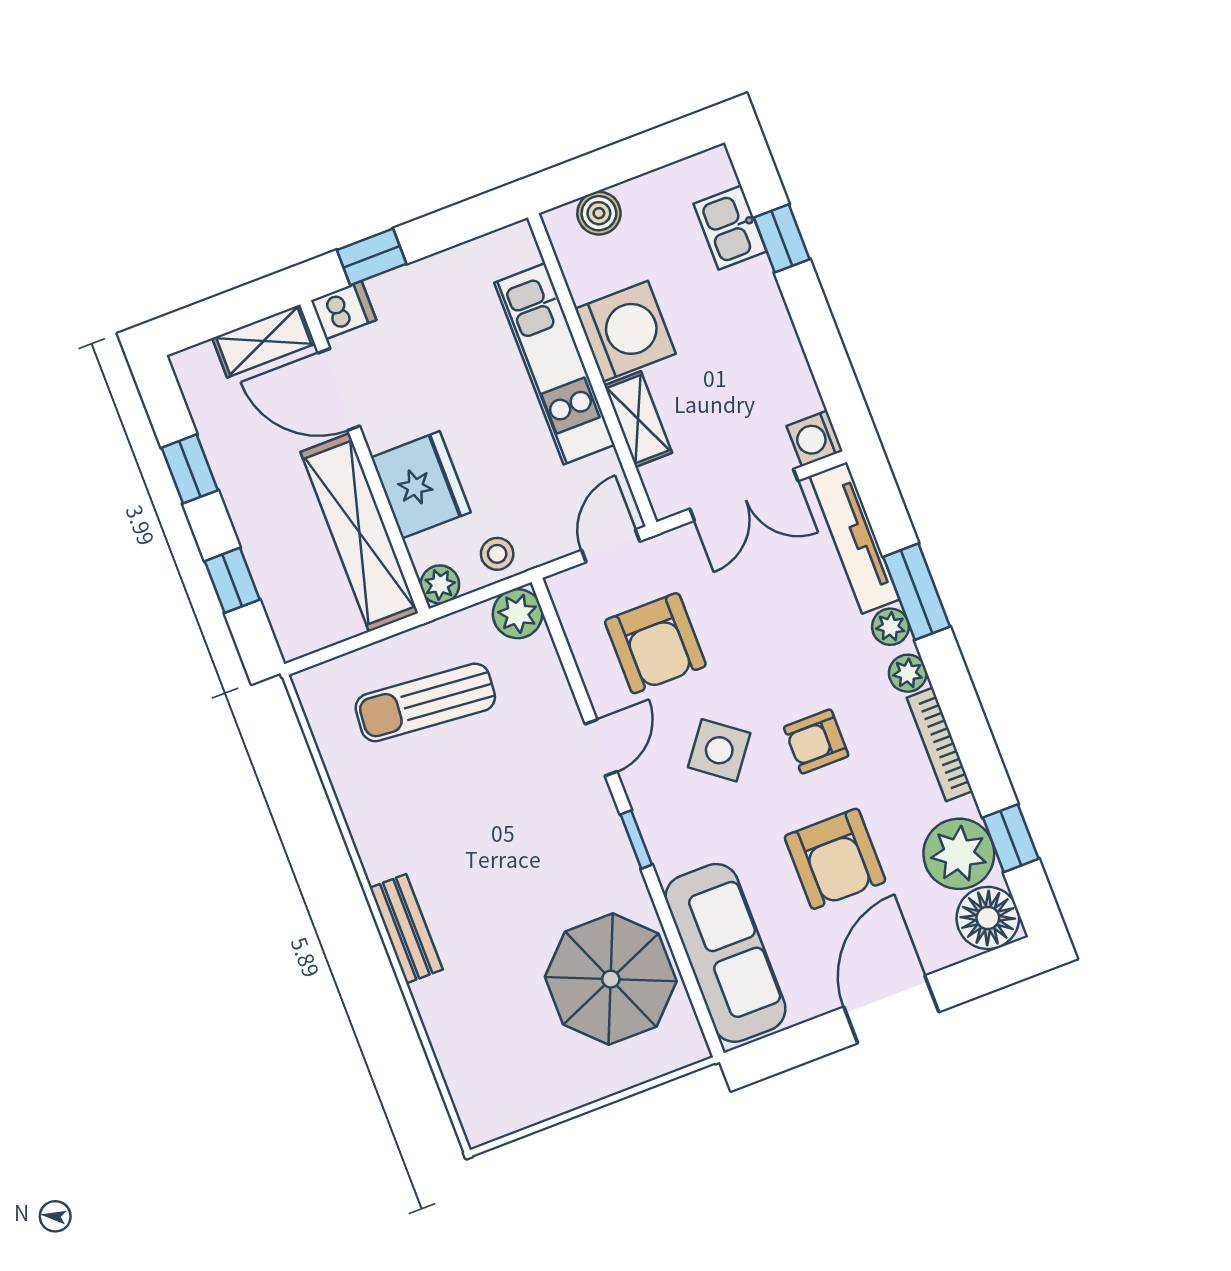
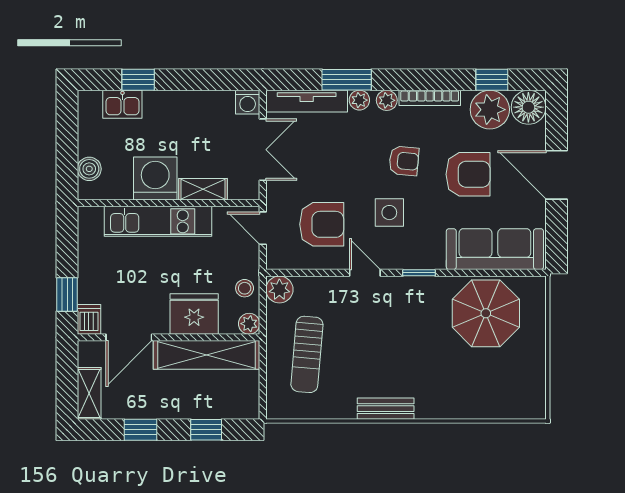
shelving: (264, 341) -> (89, 393), moved
armchair: (816, 741) -> (404, 161), turned -85
side table: (719, 750) -> (389, 213), turned -37
bench: (406, 929) -> (386, 409), moved

